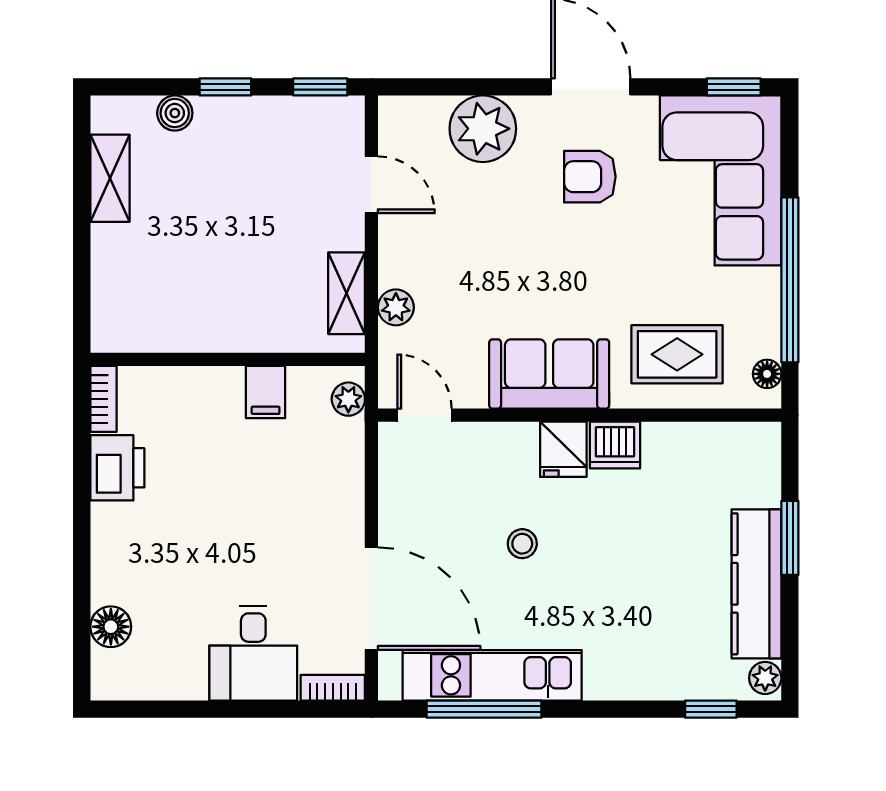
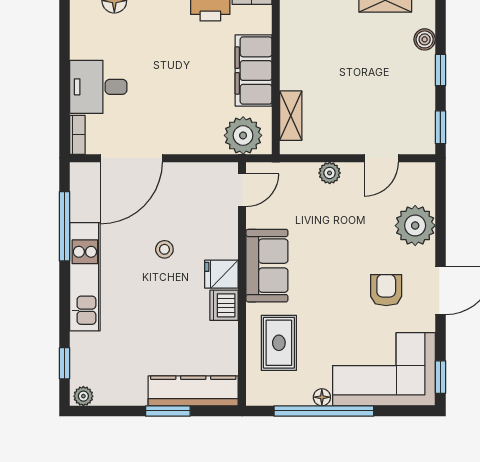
shelving: (347, 293) -> (291, 116), moved, turned 90
plant: (396, 307) -> (330, 173), moved
floor lamp: (767, 374) -> (322, 397), moved
filing cabinet: (266, 392) -> (253, 71), width x3.00, depth x1.17
plant: (348, 399) -> (243, 135), width x1.88, depth x1.88
kitchen counter: (756, 584) -> (193, 391), moved
kitchen unit: (492, 675) -> (85, 277), moved

